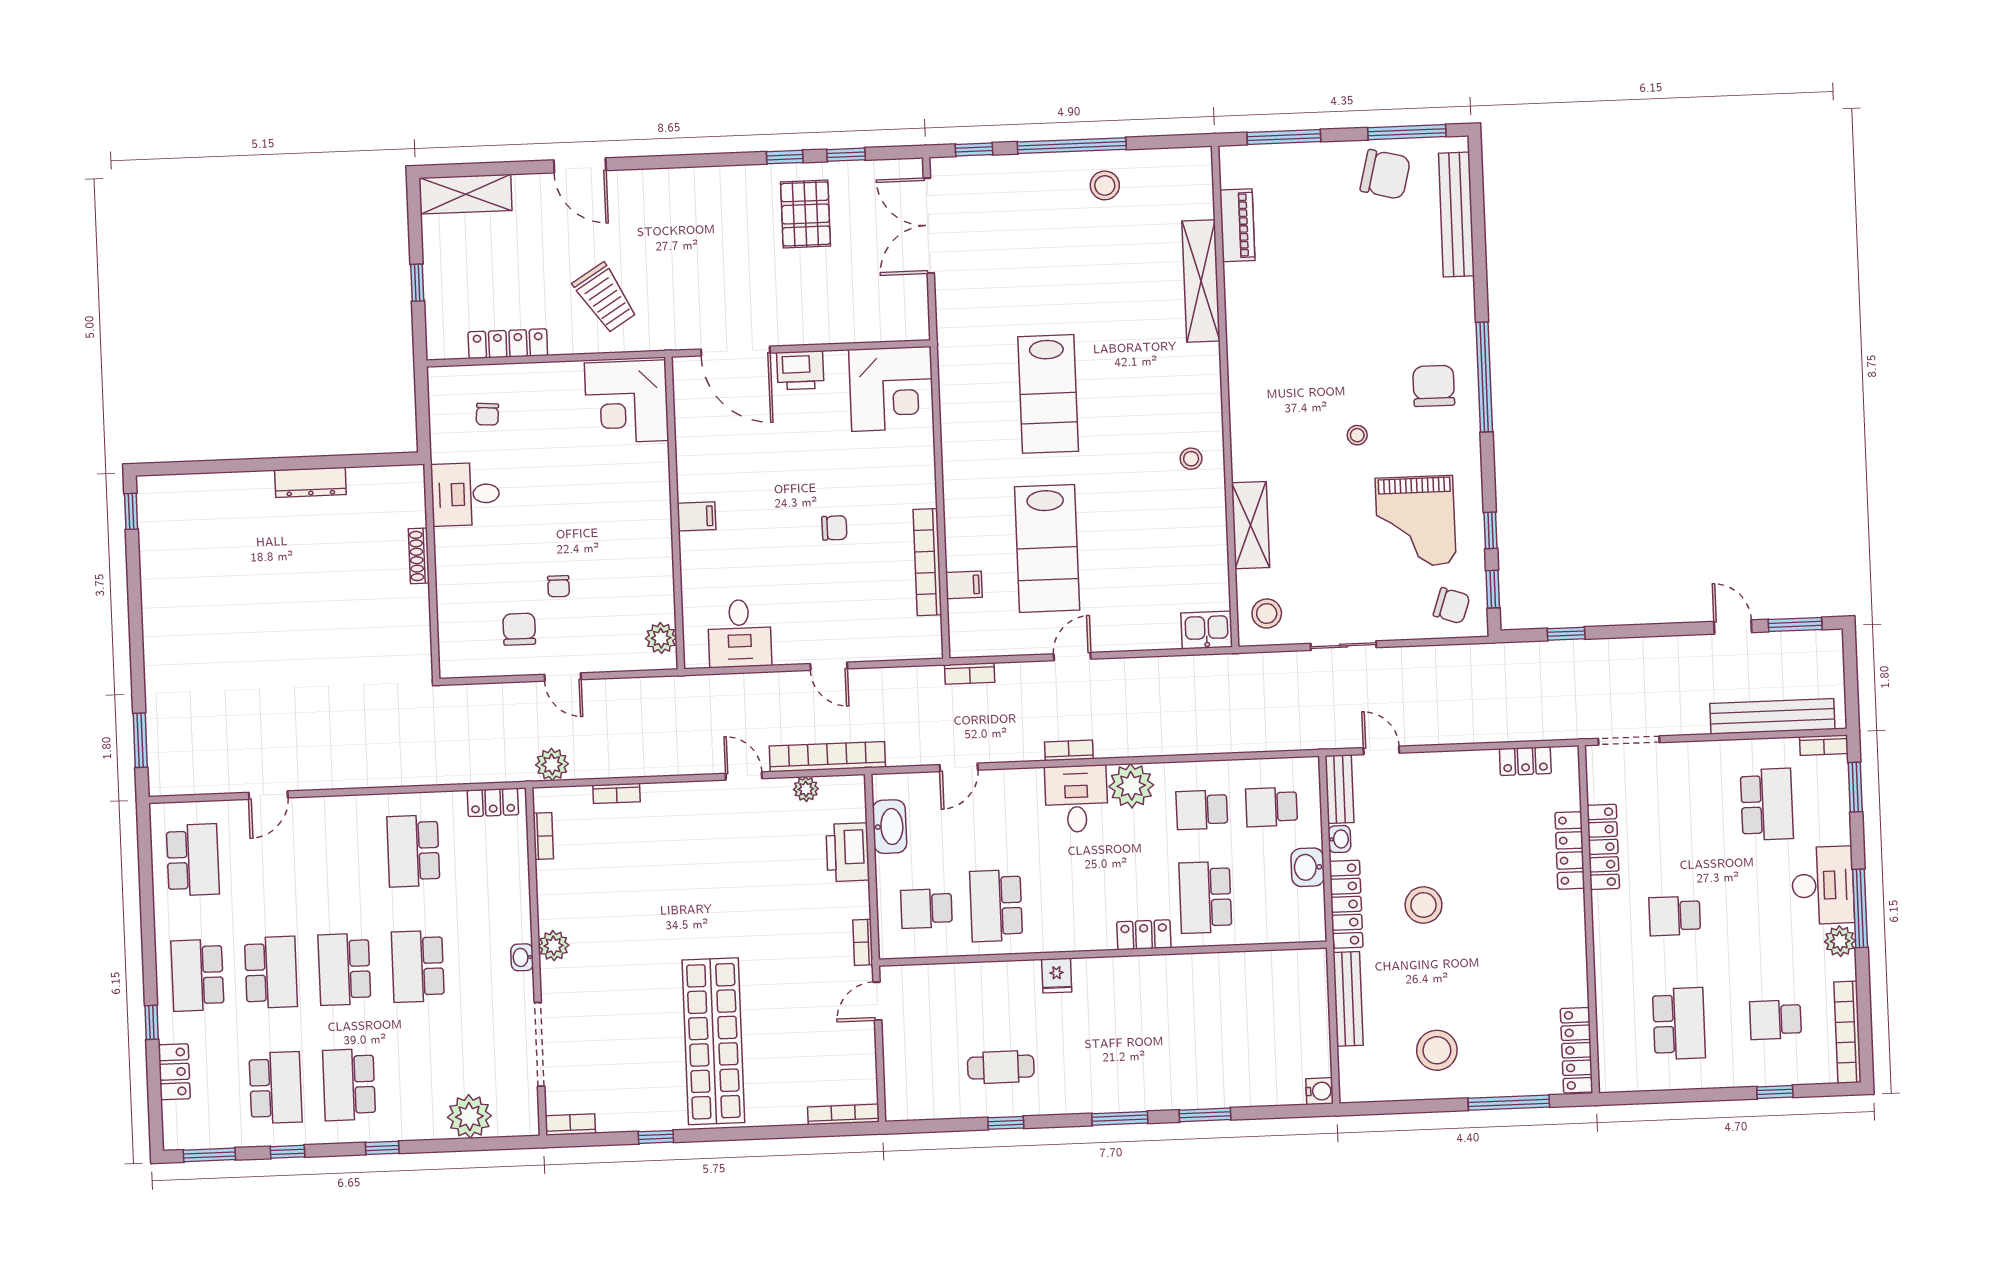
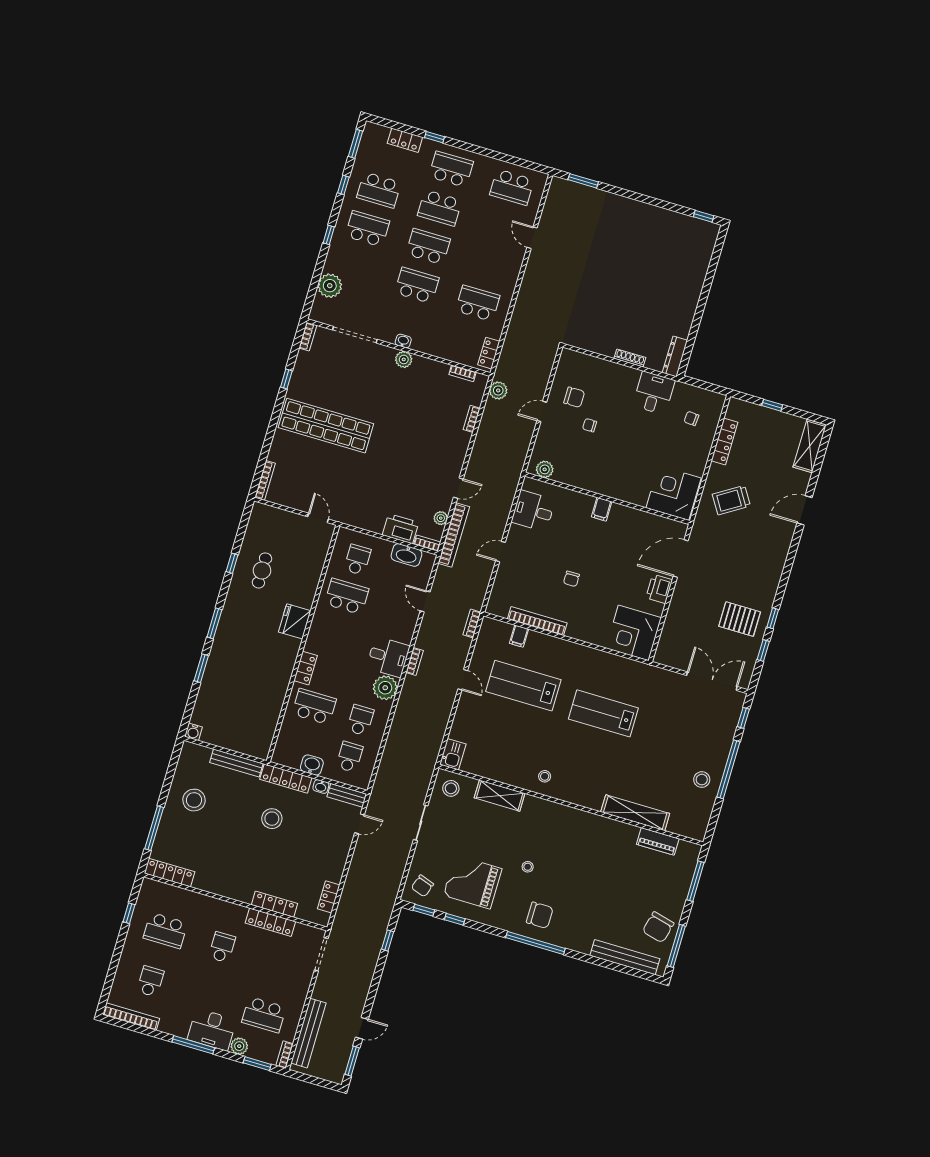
dresser: (310, 482) -> (675, 356), moved
plant: (1840, 941) -> (239, 1046), moved
bookcase: (863, 942) -> (427, 543), moved
fridge: (1057, 976) -> (295, 621), width x1.88, depth x1.34
window: (1775, 1092) -> (129, 913), moved

